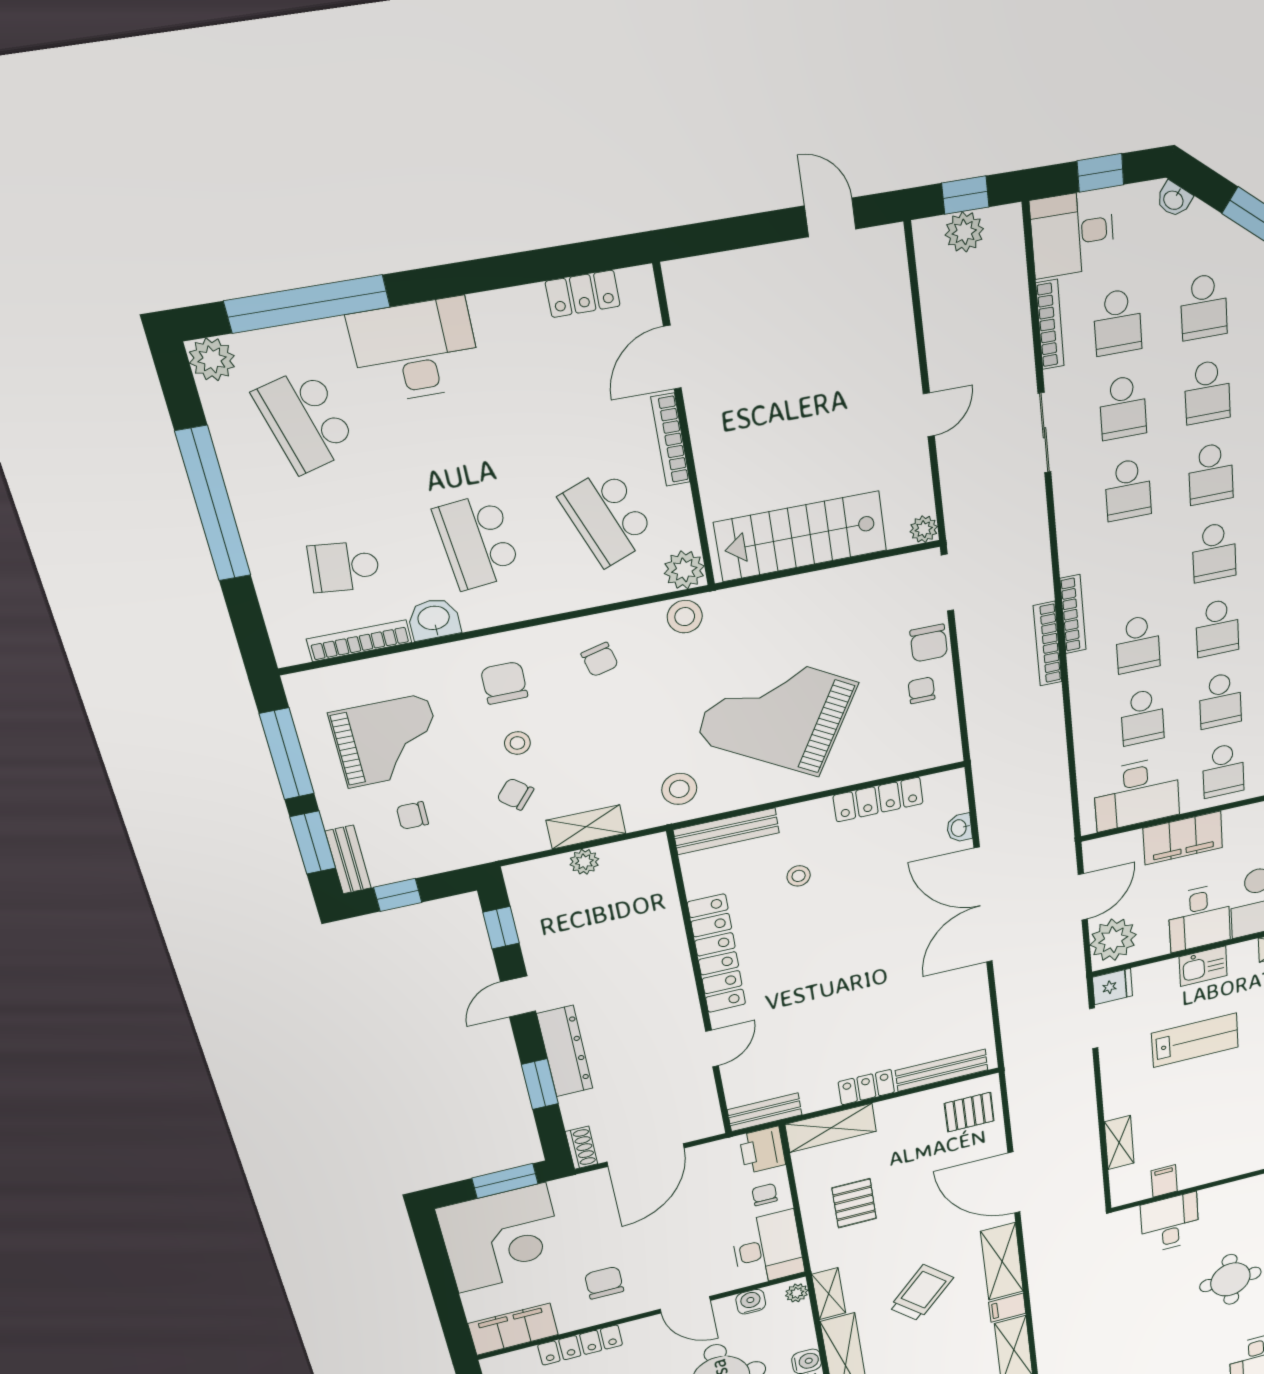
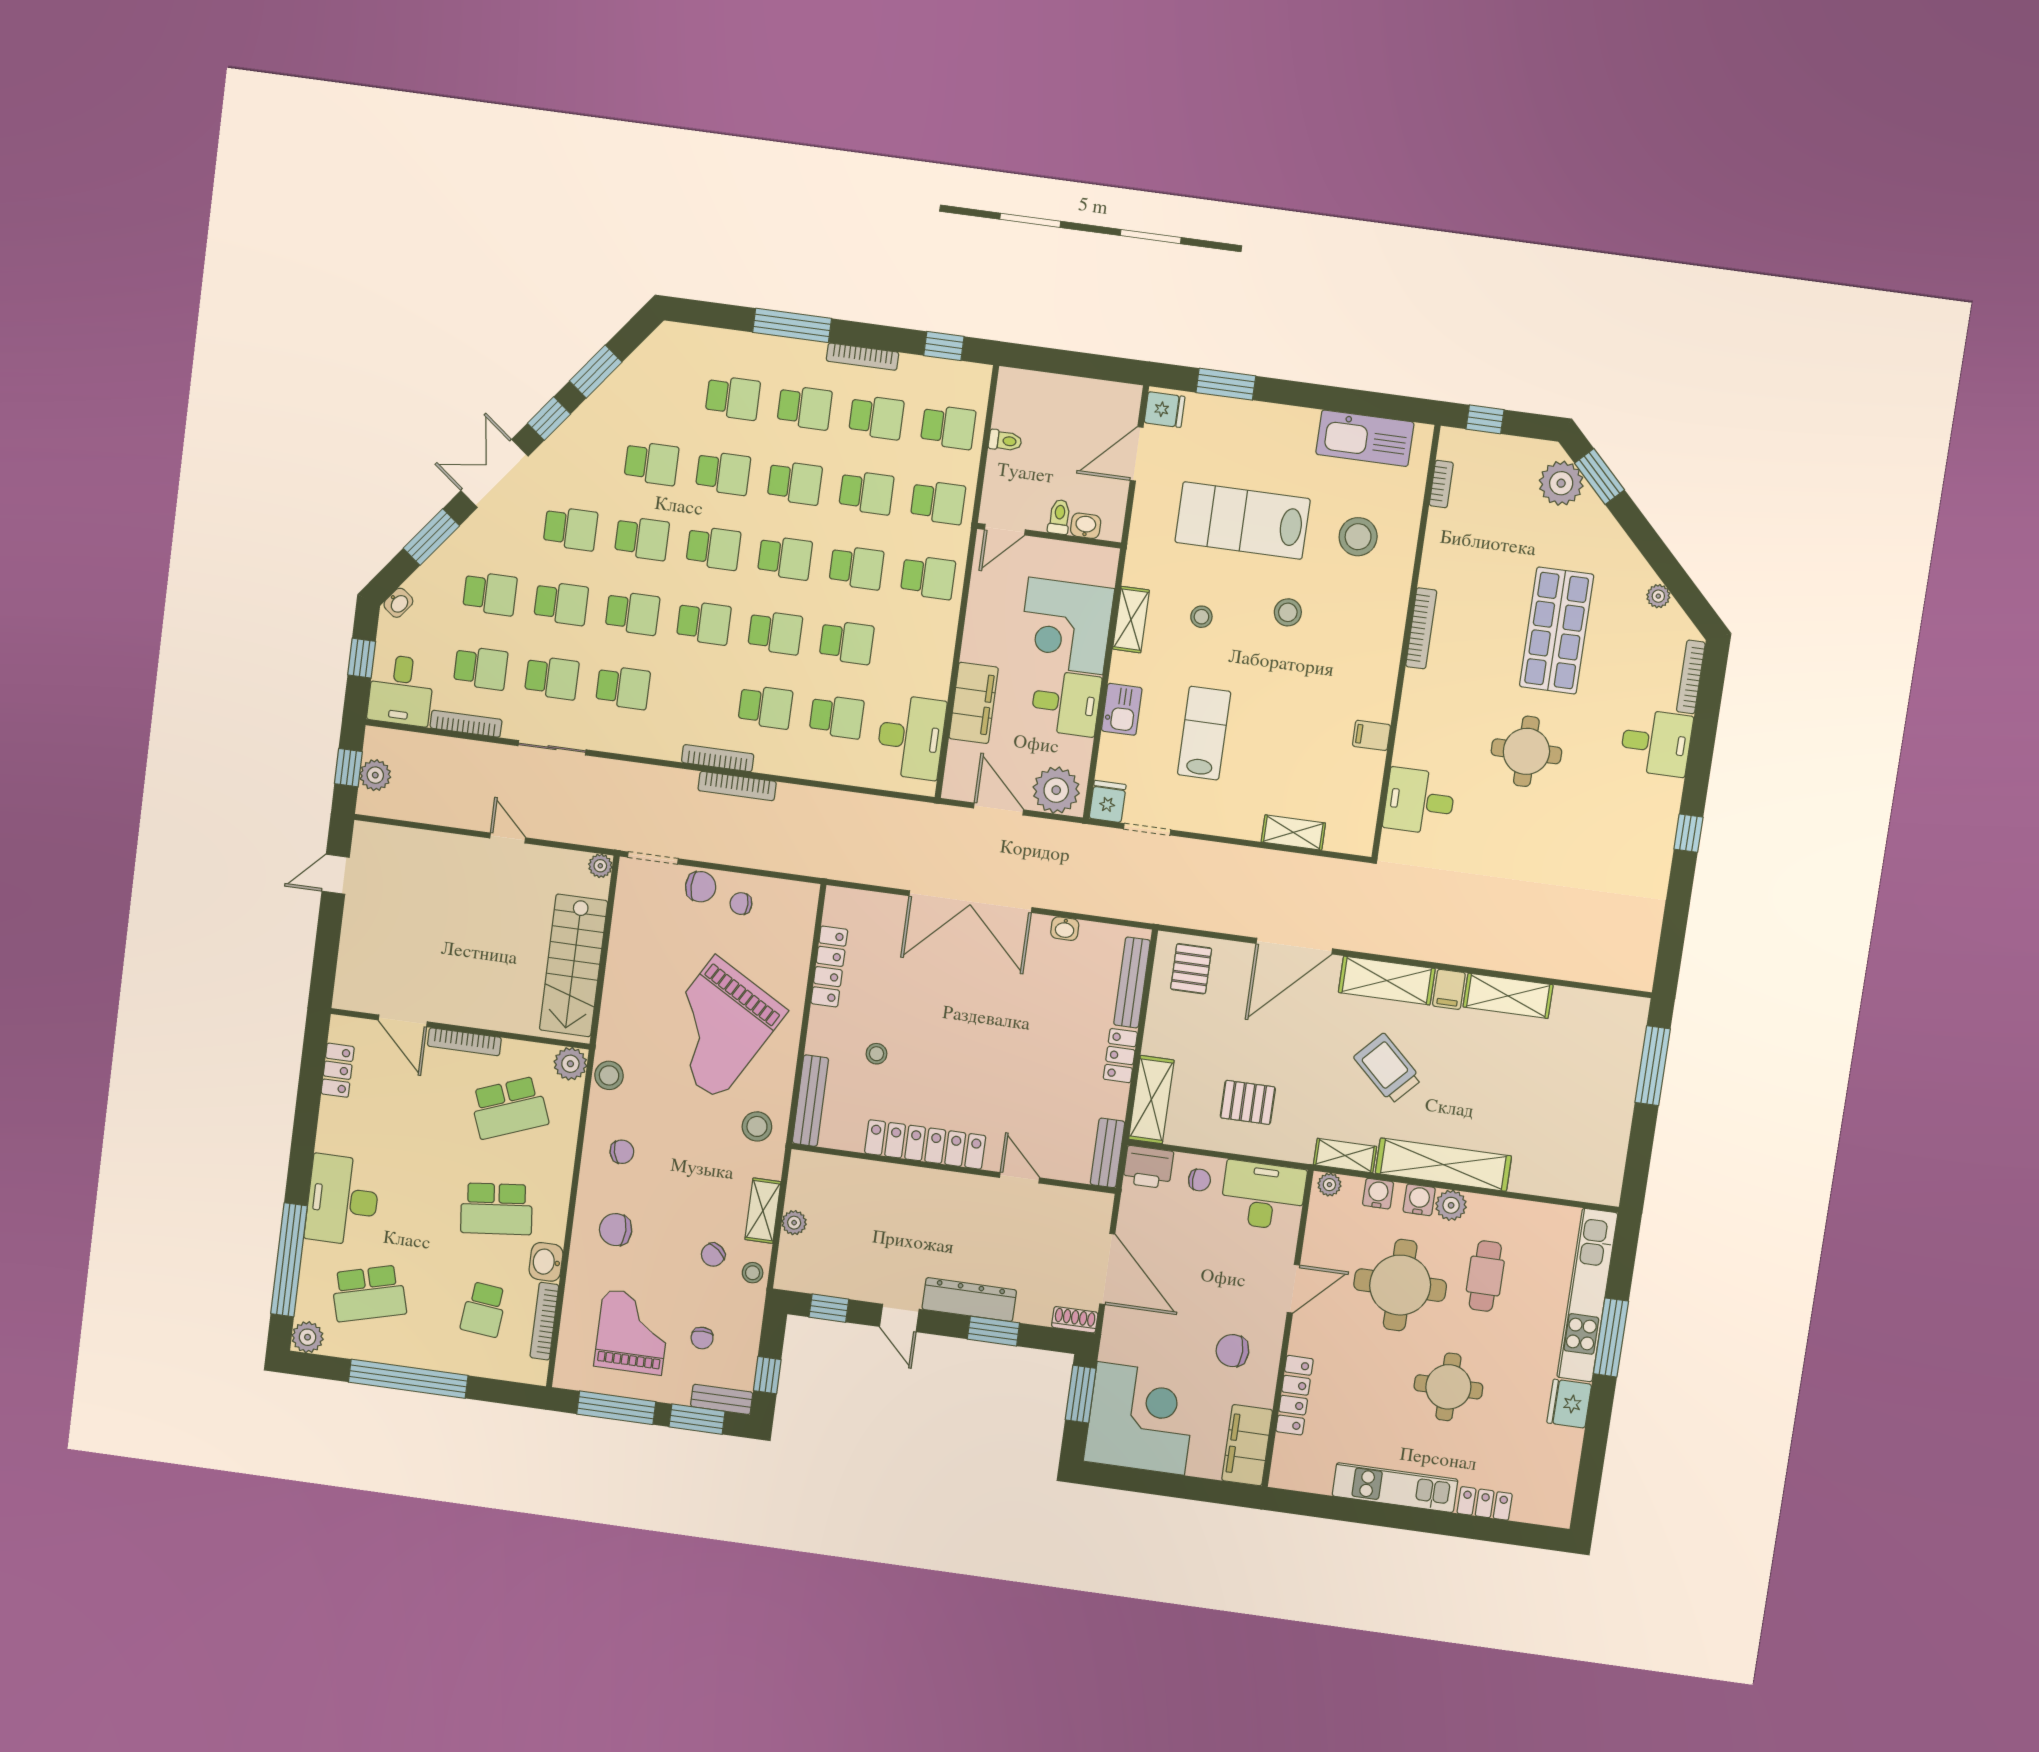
stool: (517, 743) -> (753, 1273), moved
school desk: (1223, 770) -> (918, 652), removed
washbasin: (959, 828) -> (1065, 929), moved
filing cabinet: (1164, 1181) -> (1371, 735), moved
chair: (765, 1195) -> (1199, 1180), turned 180
water cooler: (751, 1302) -> (1378, 1194), moved, turned 90

